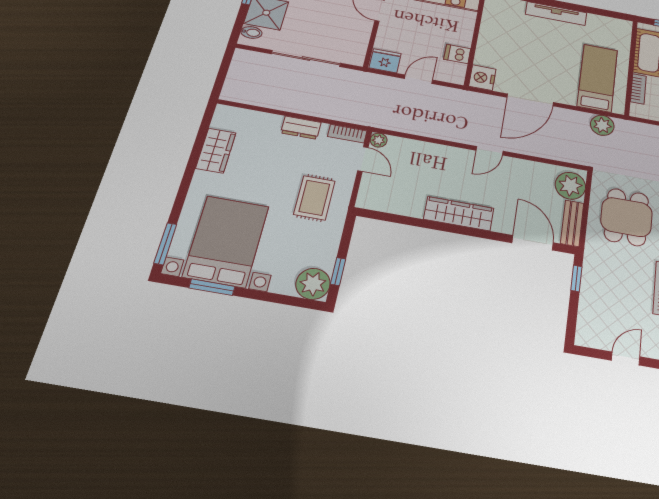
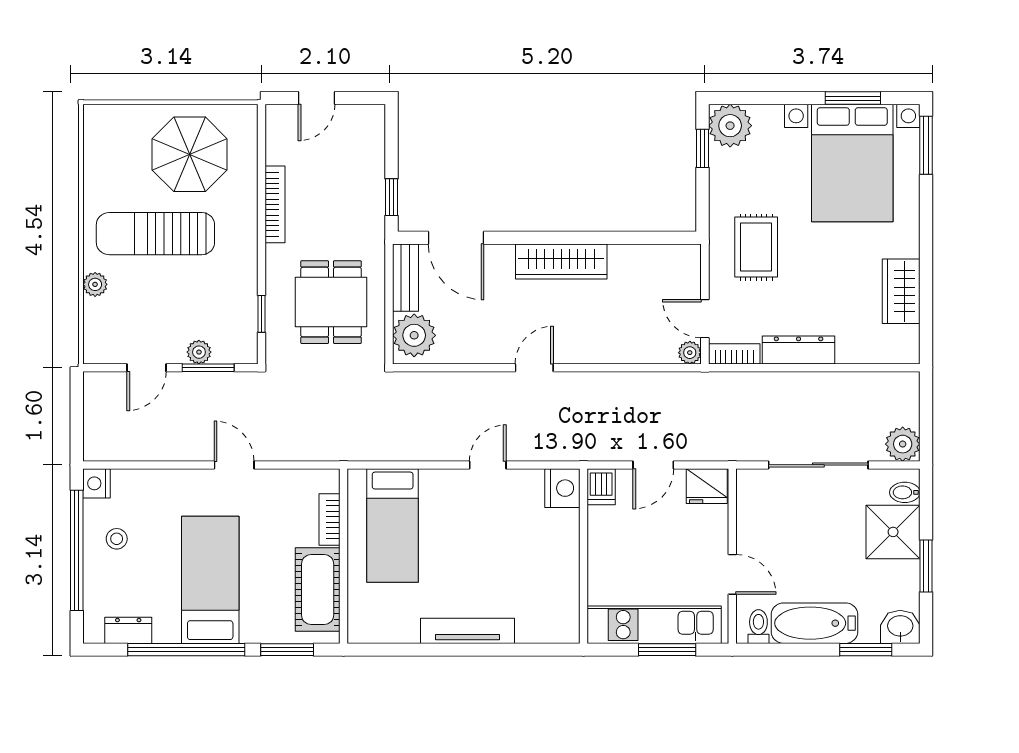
dishwasher: (457, 54) -> (601, 487), moved, turned 90
door: (530, 100) -> (488, 465), width x0.53
plant: (602, 125) -> (903, 444), moved
dresser: (301, 128) -> (799, 350), width x1.44

